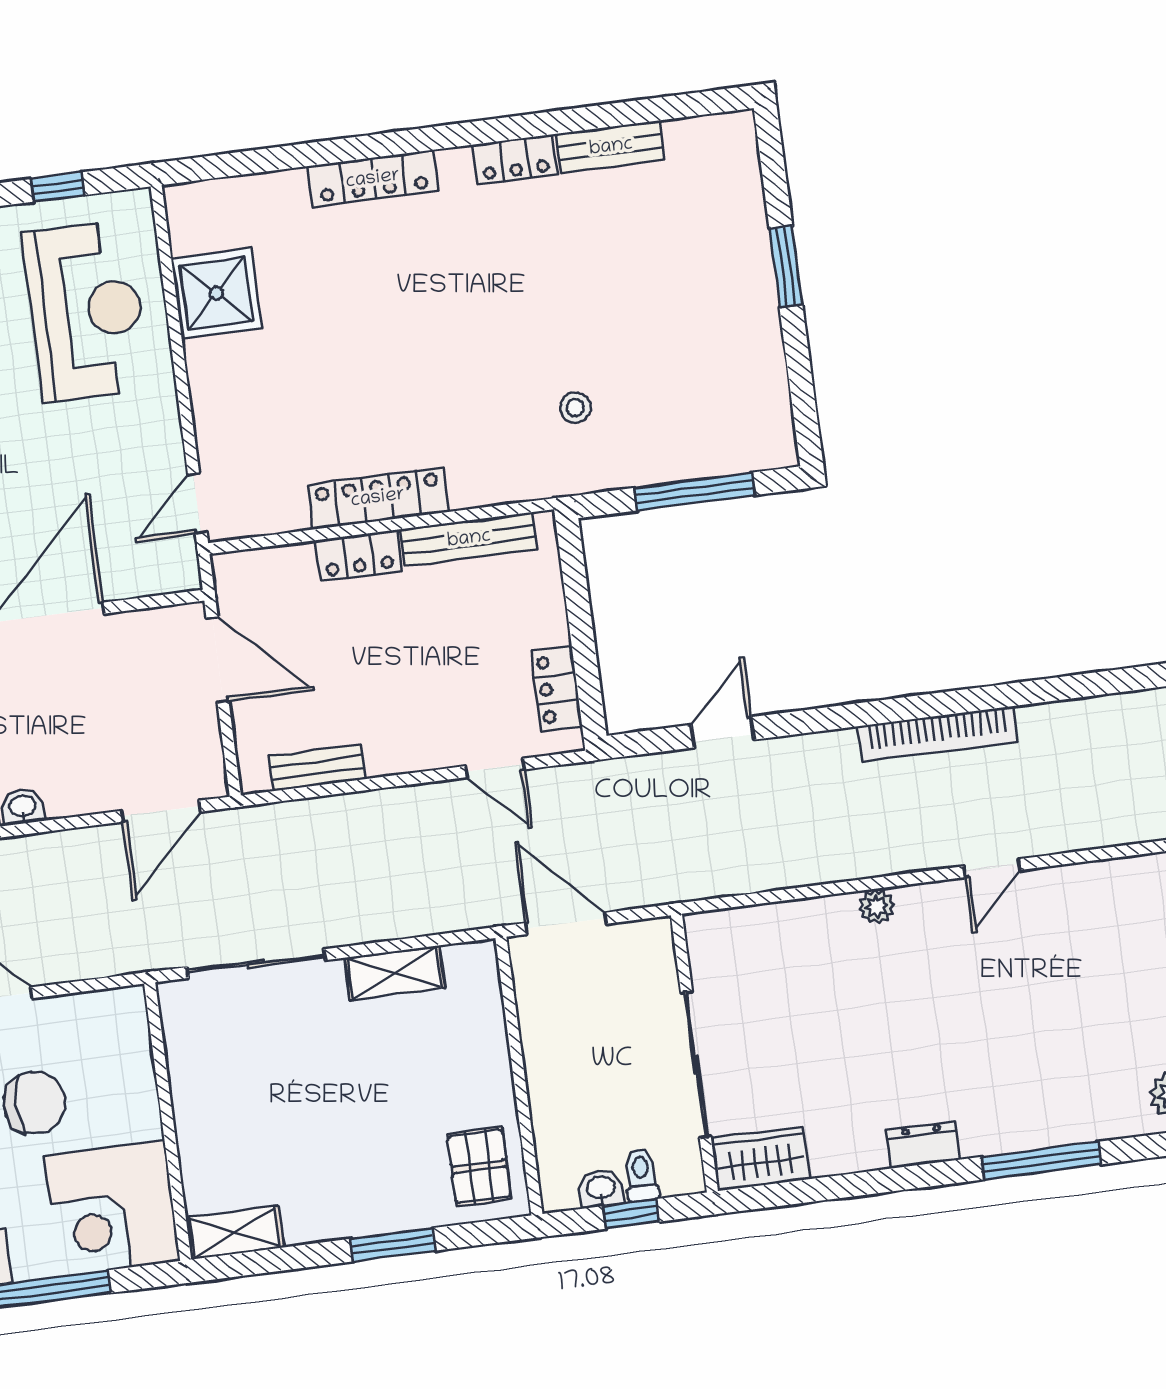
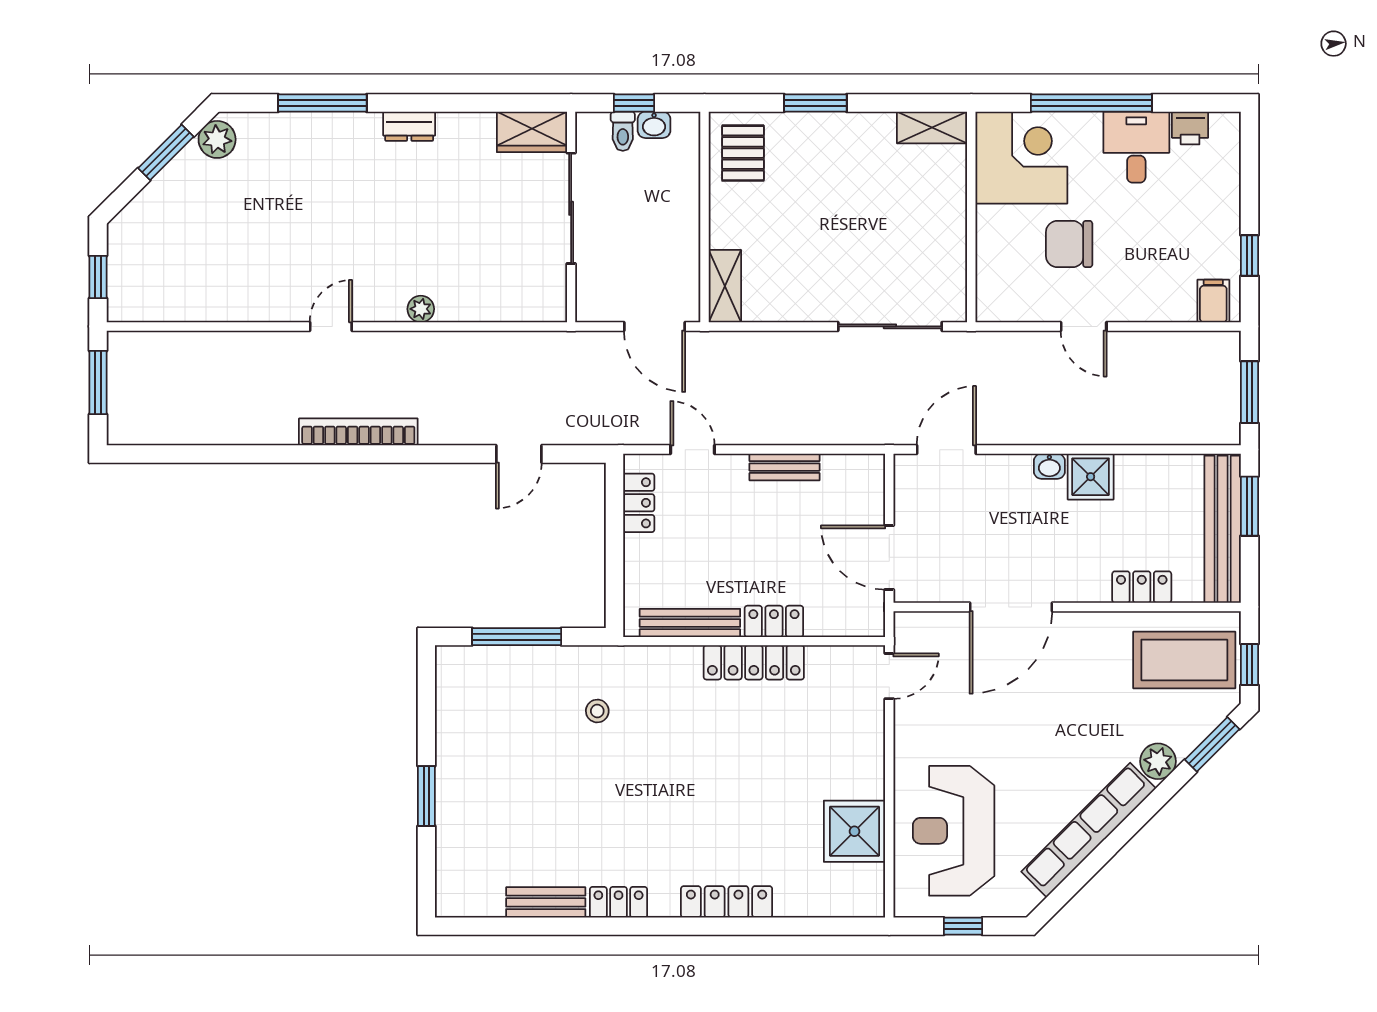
bench: (317, 768) -> (785, 467), moved
shelving: (395, 973) -> (725, 286), moved, turned 90

